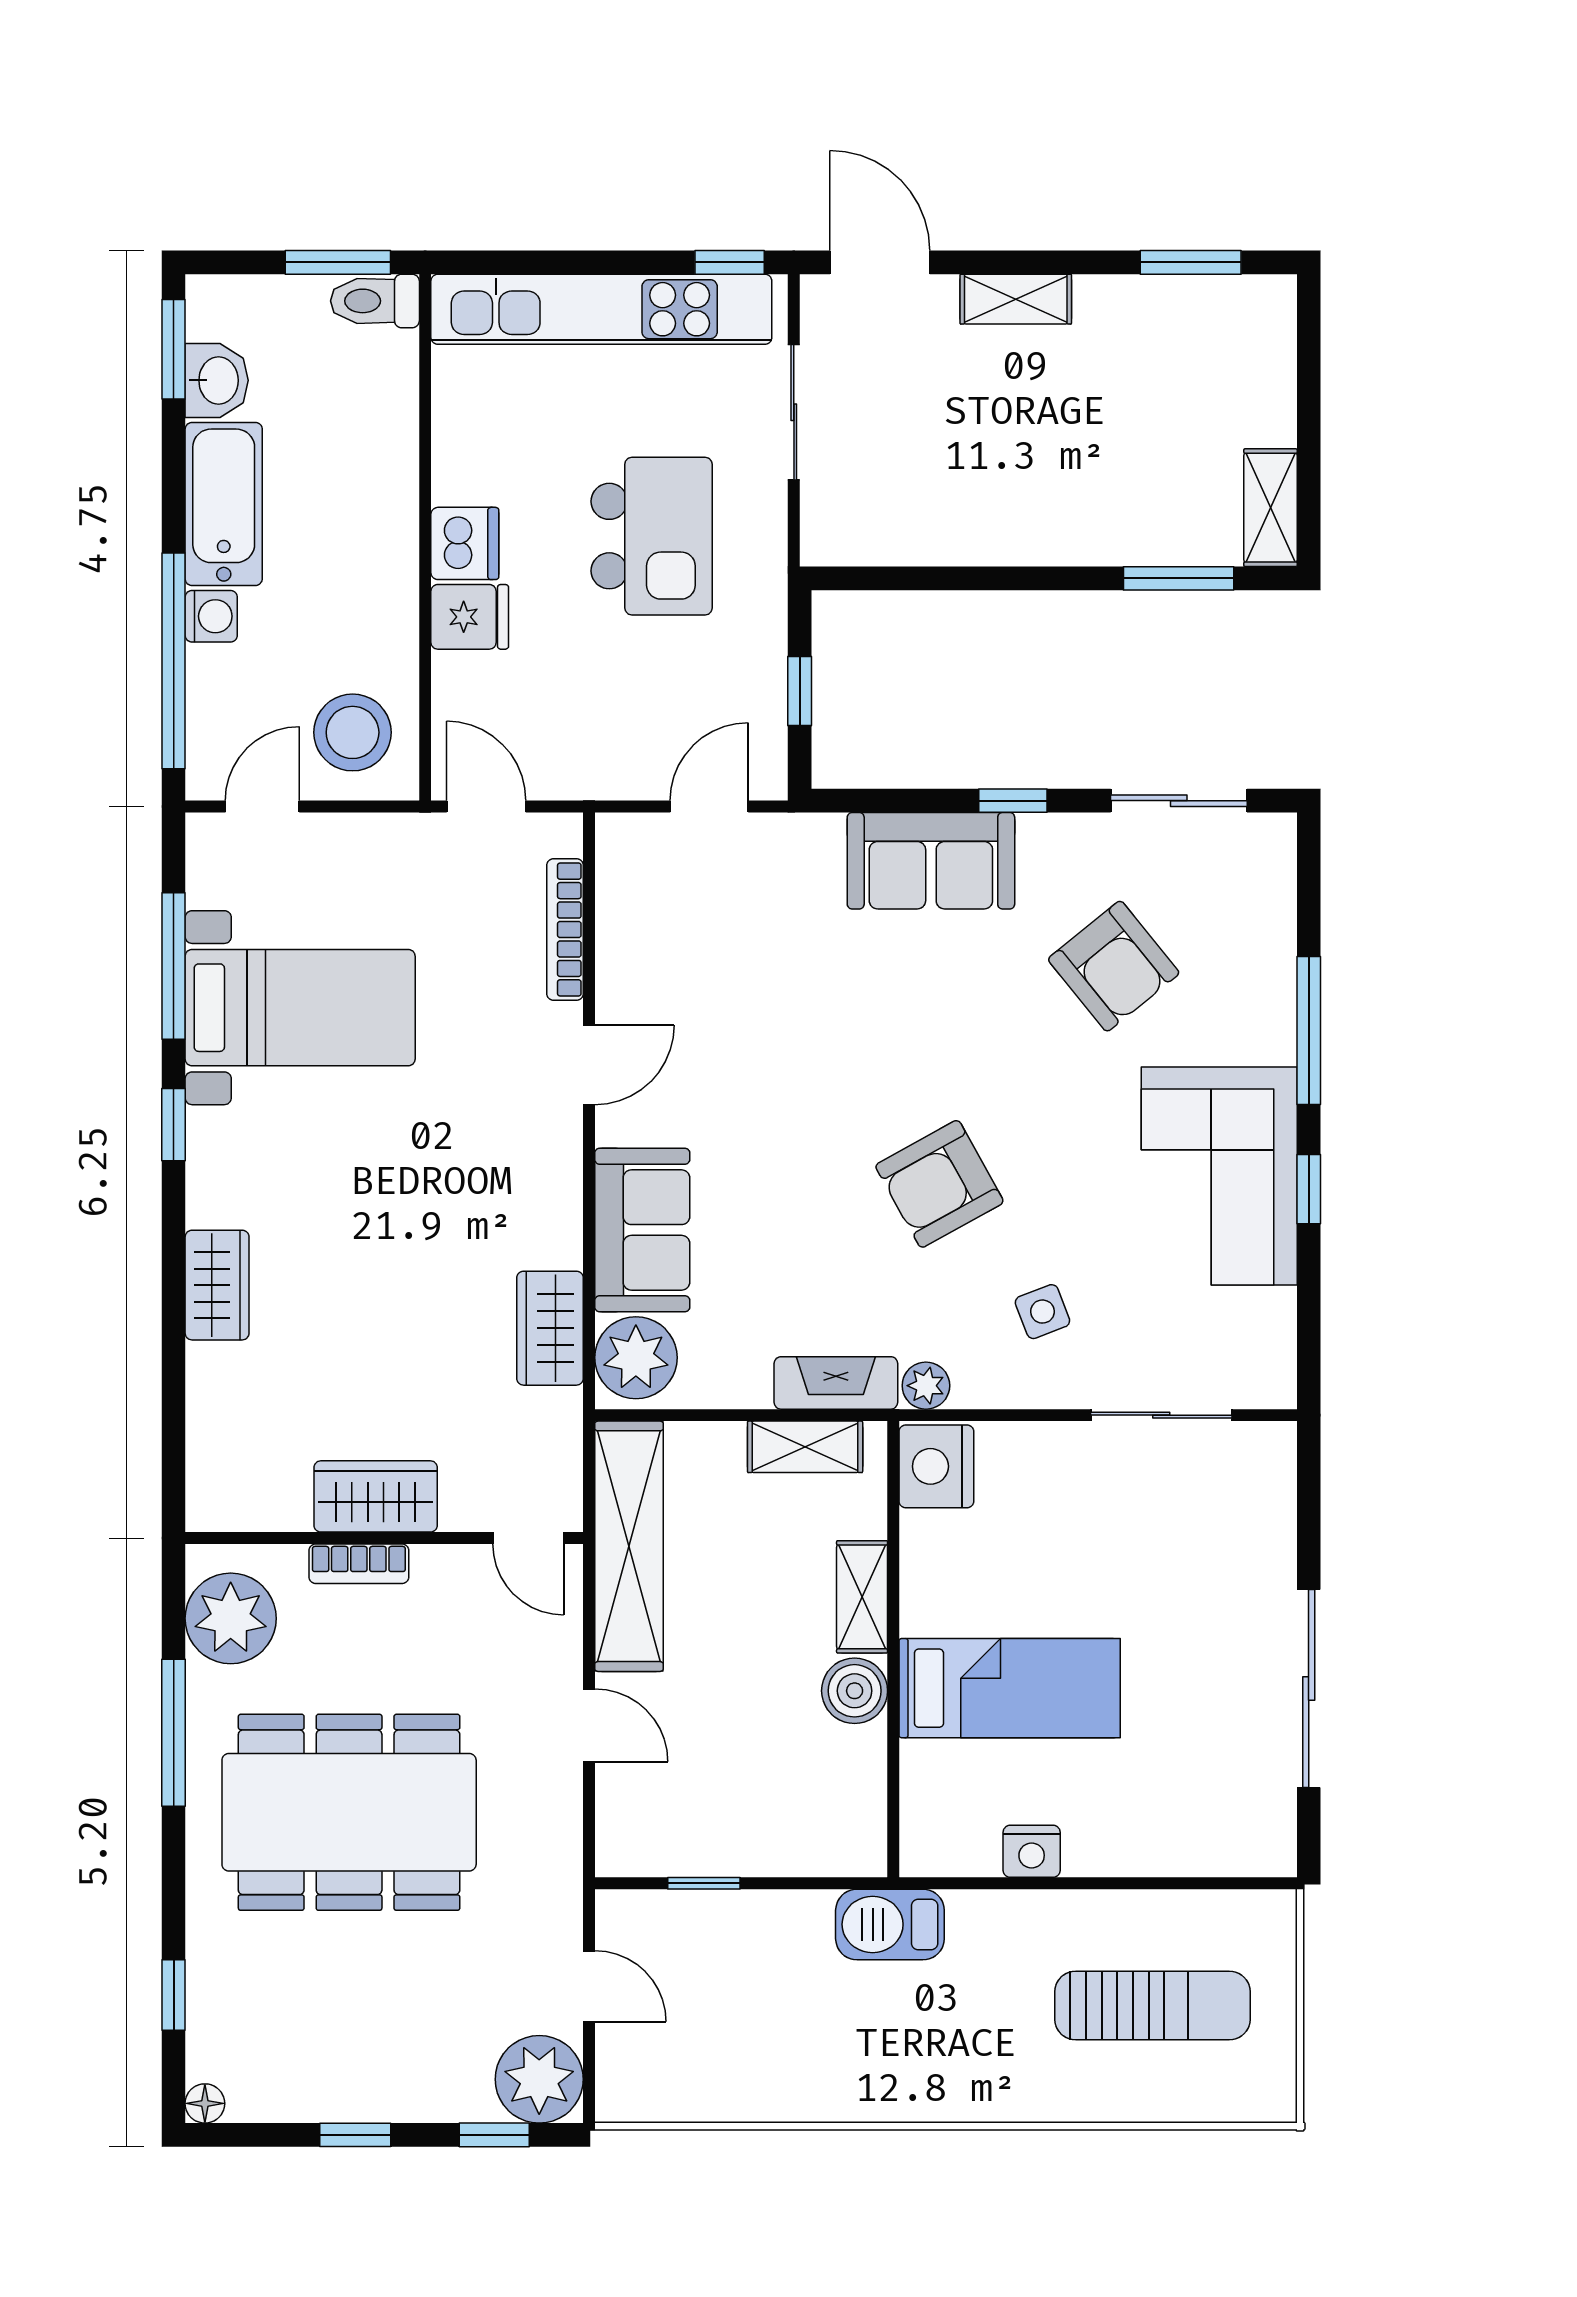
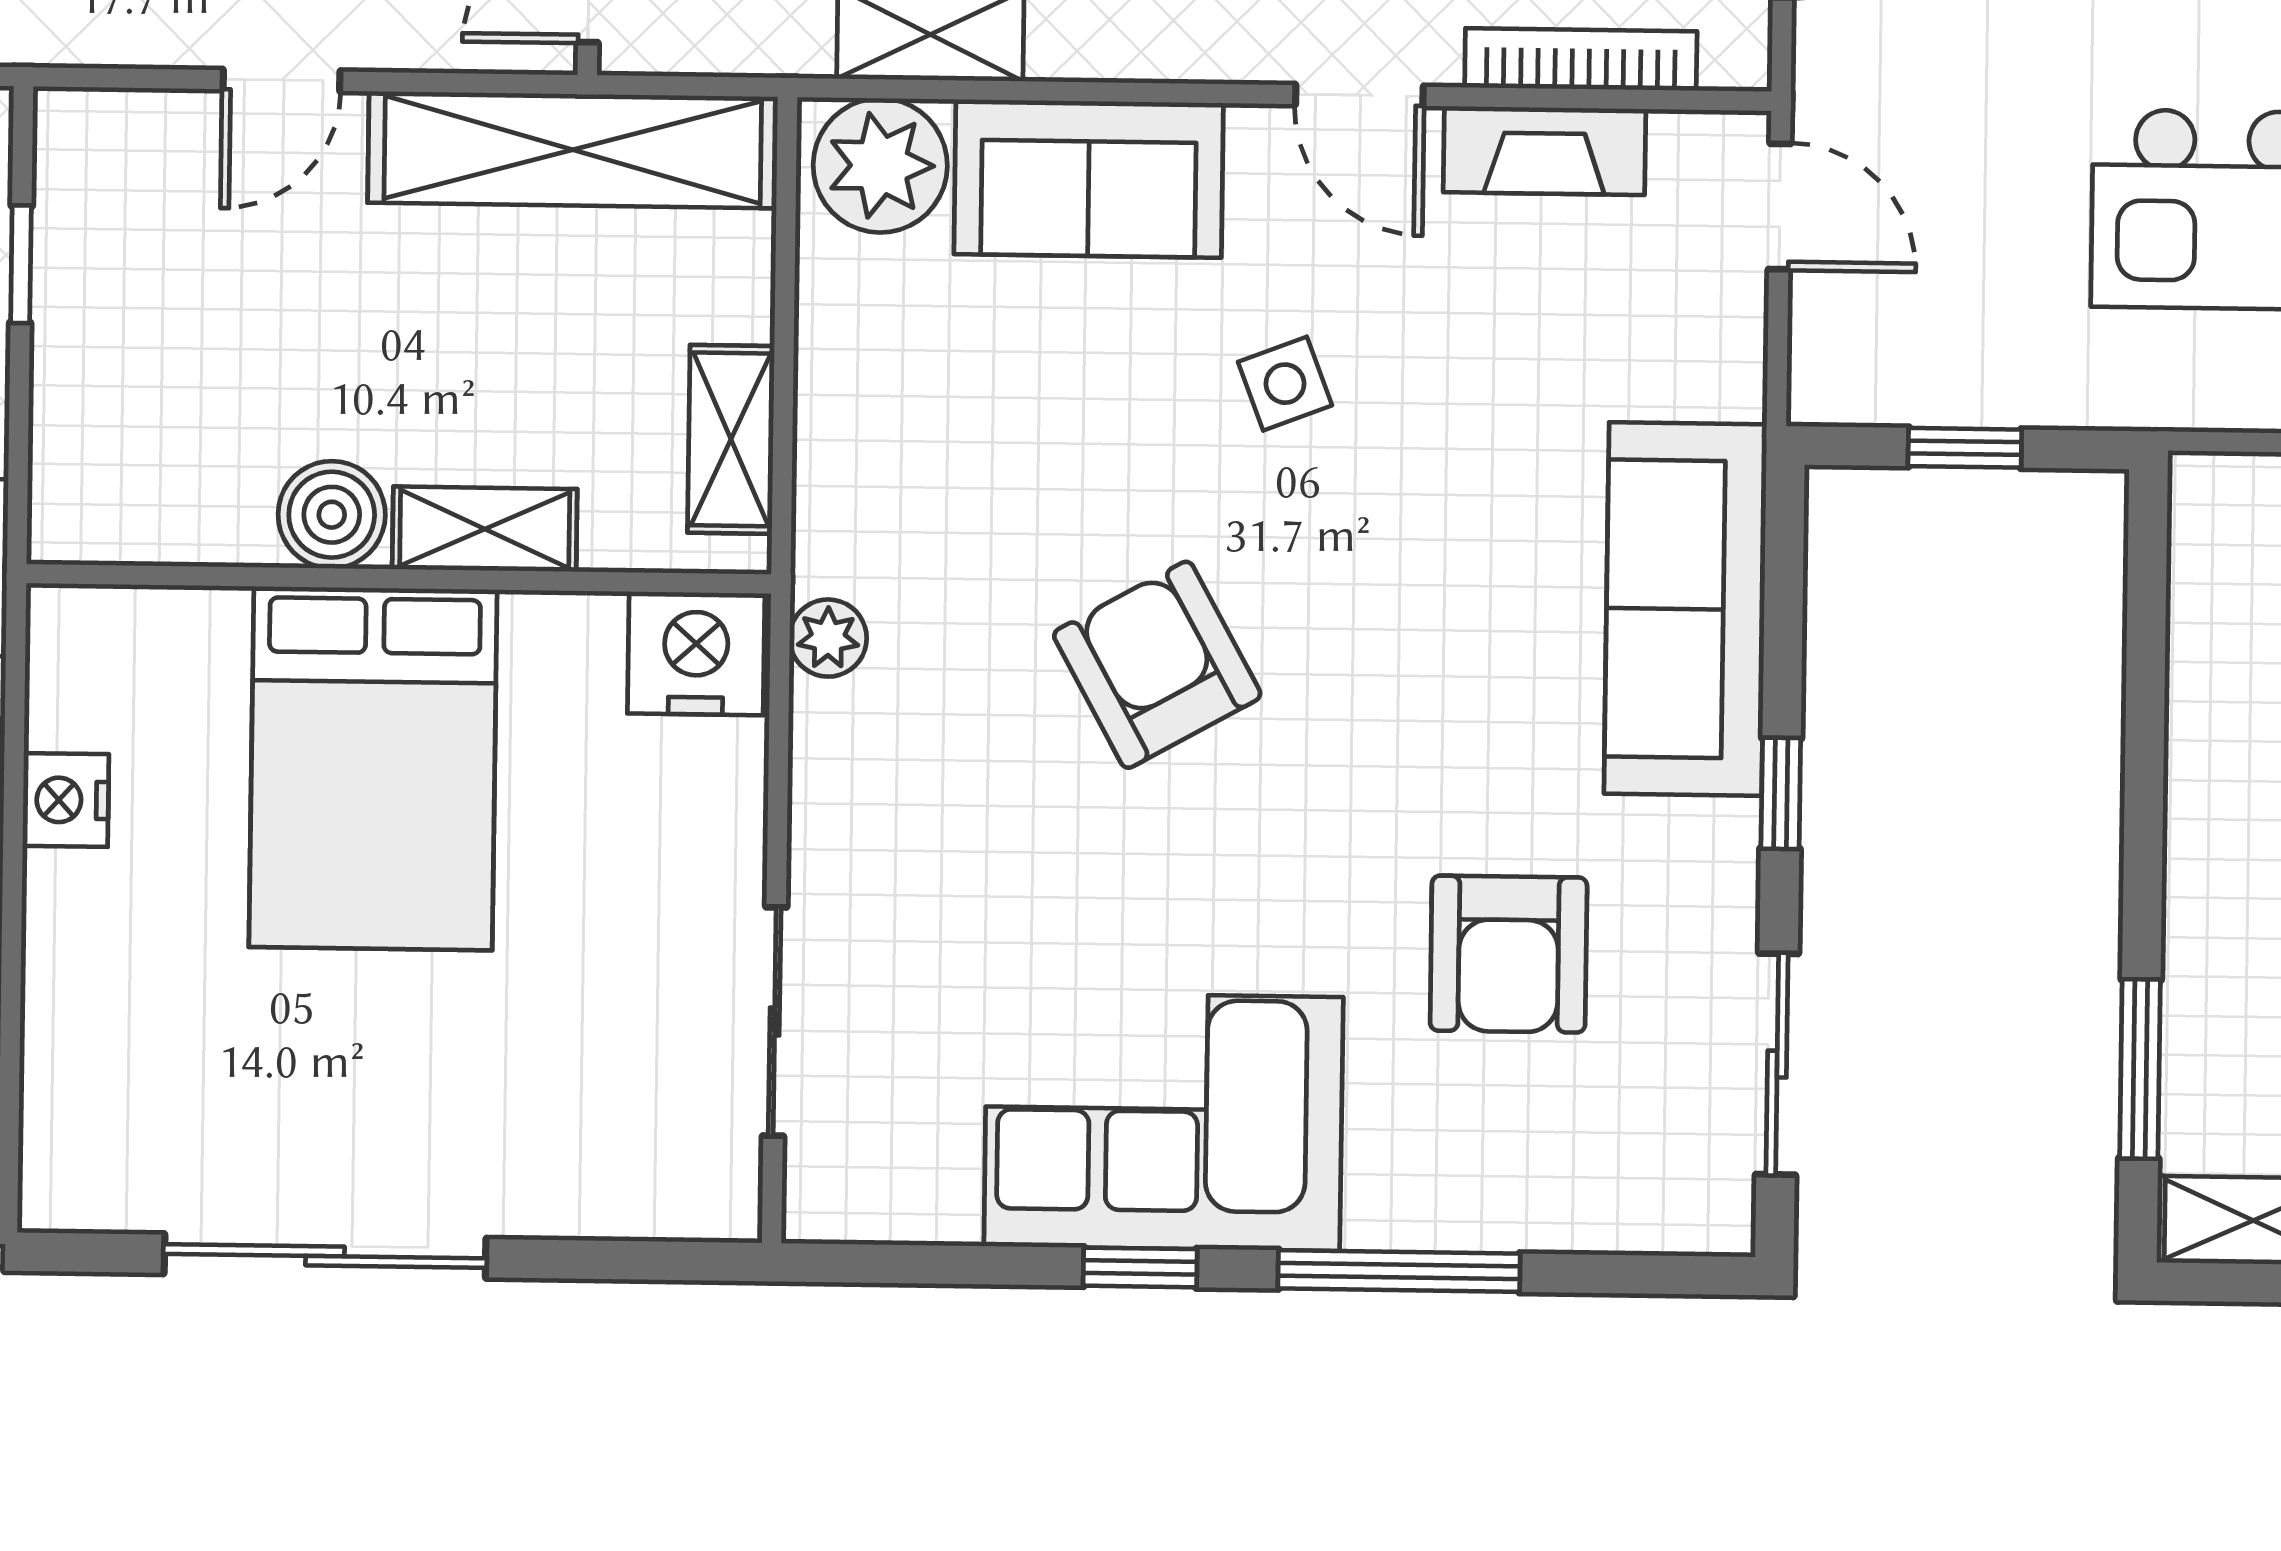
door: (709, 807) -> (1779, 206), moved
sofa: (931, 861) -> (1685, 609), width x1.36
armchair: (1114, 966) -> (1509, 954), turned -51
side table: (1042, 1312) -> (1285, 384), moved
fireplace: (836, 1383) -> (1544, 151), moved, turned 90
bed: (1010, 1688) -> (373, 768), width x1.50

